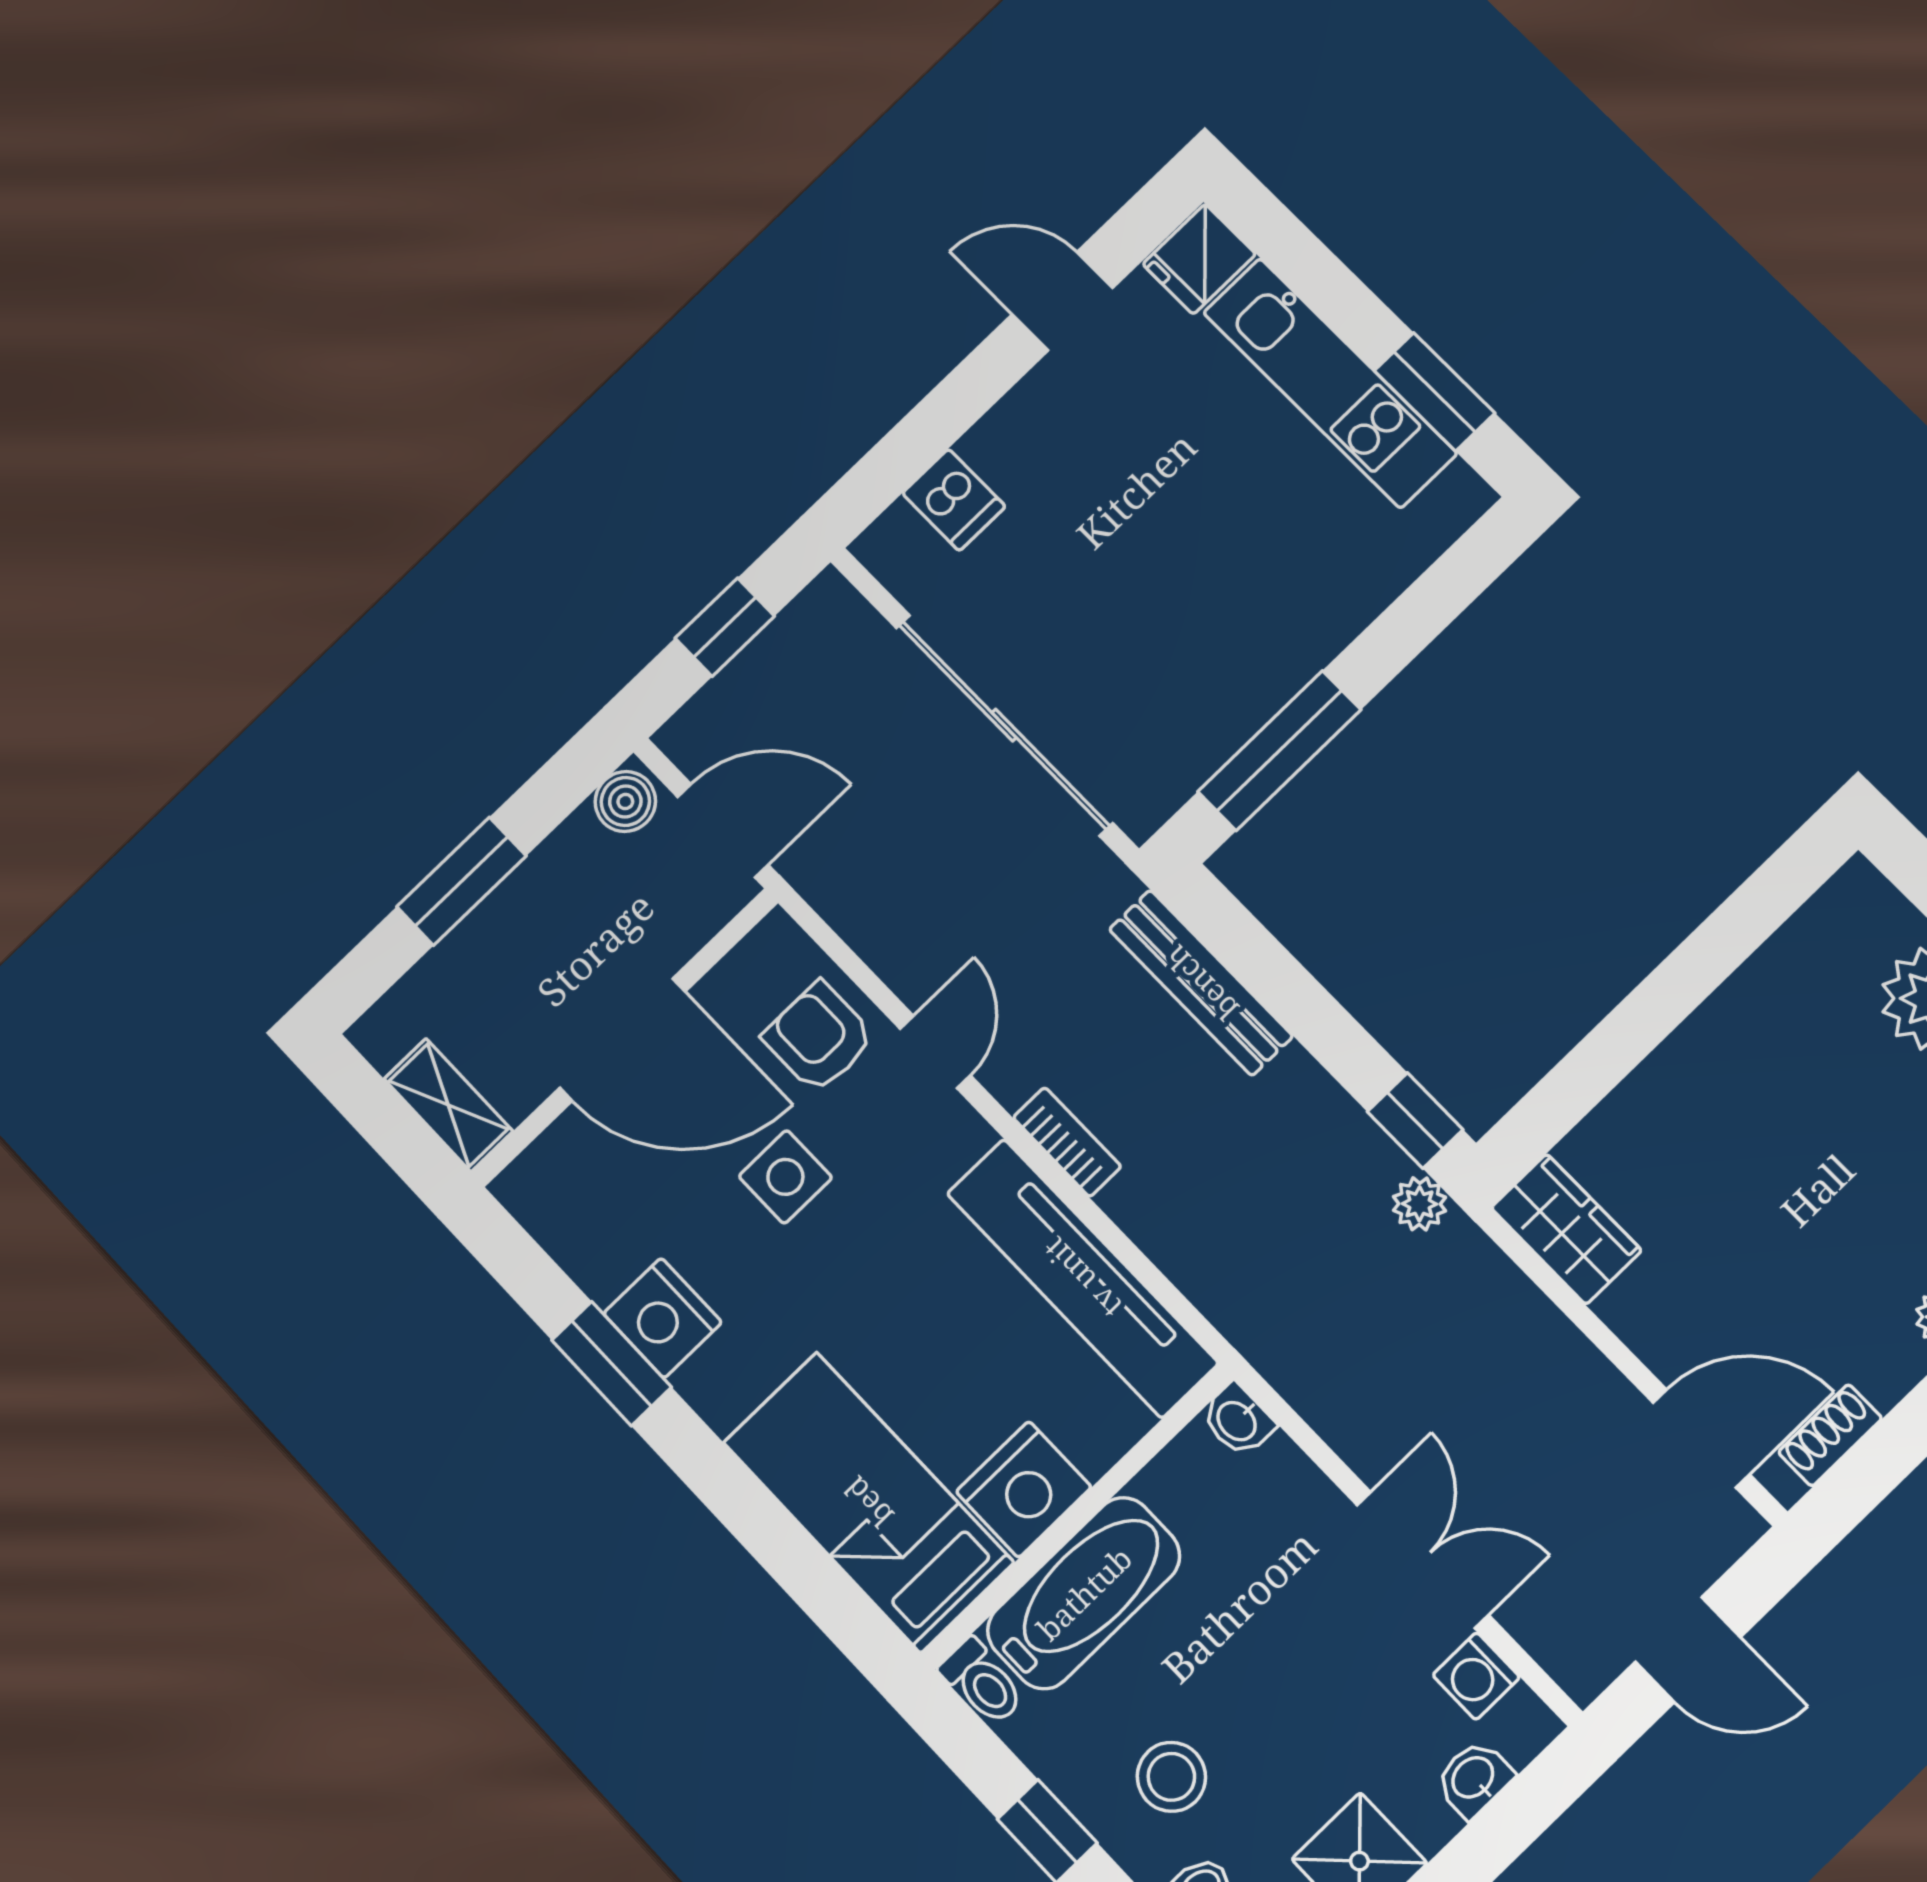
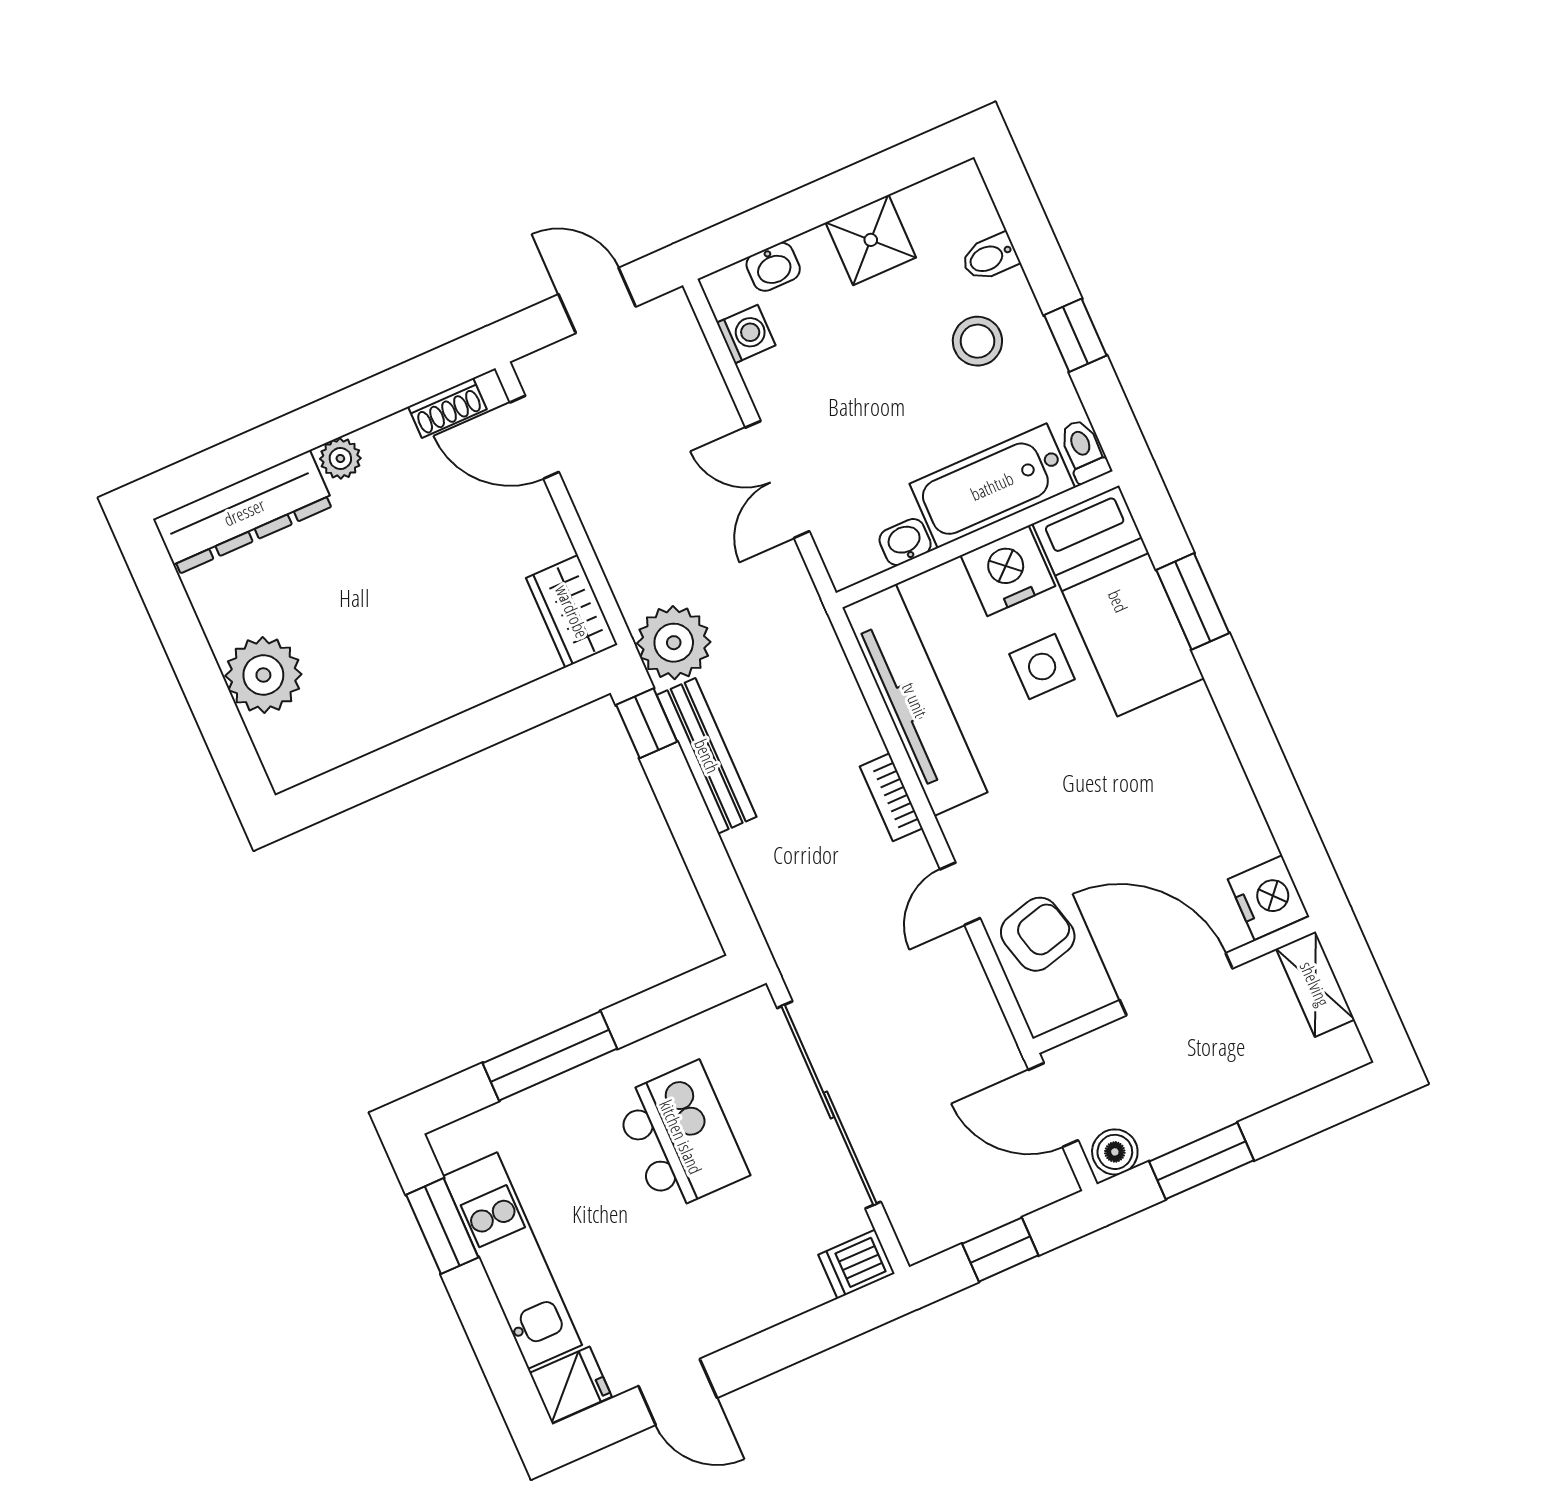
dishwasher: (954, 500) -> (857, 1264), moved, turned -90
kitchen island: (1176, 615) -> (681, 1137), added
window: (1279, 751) -> (550, 1056), moved
window: (461, 881) -> (1202, 1161), moved
bench: (1201, 983) -> (707, 756), moved
armchair: (819, 1038) -> (1038, 934), turned -105
side table: (785, 1177) -> (1042, 667), moved
plant: (1420, 1204) -> (674, 643), width x1.88, depth x1.88
nightstand: (663, 1318) -> (1268, 898), moved
window: (611, 1364) -> (1193, 601), moved
washbasin: (1238, 1420) -> (905, 542), moved, turned -90
double door: (1423, 1560) -> (777, 479), moved

